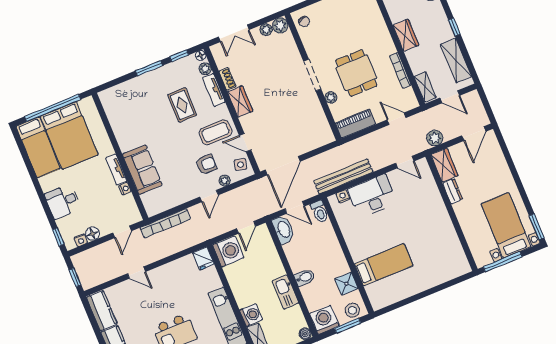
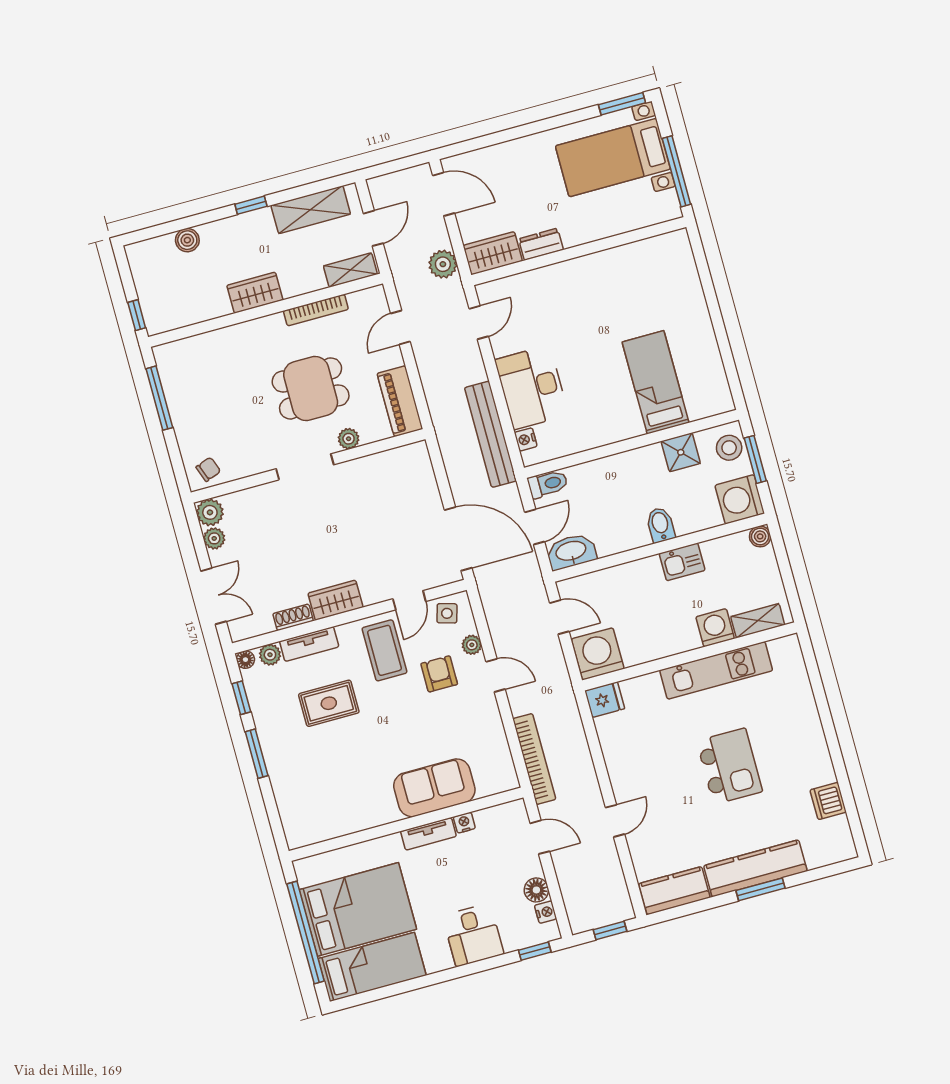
kitchen sink: (285, 292) -> (682, 562), width x0.73

